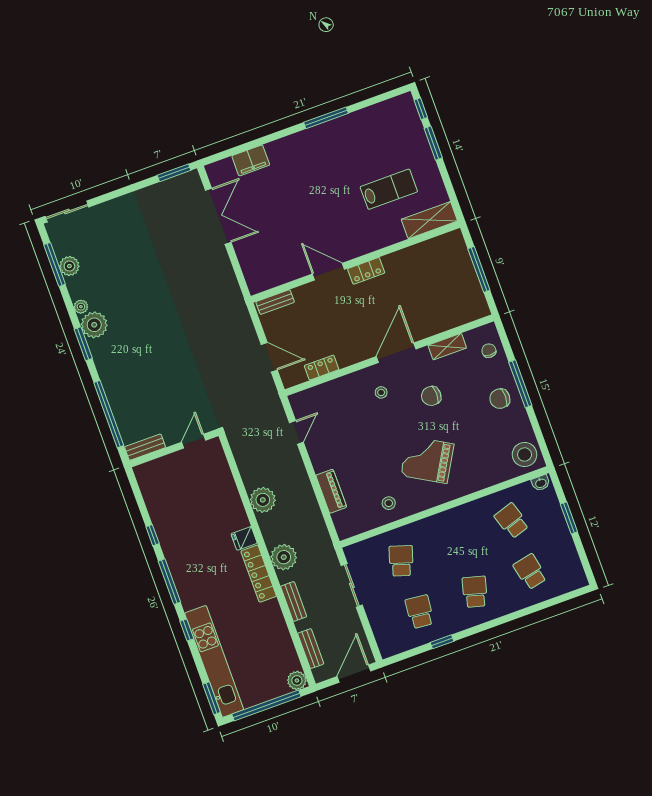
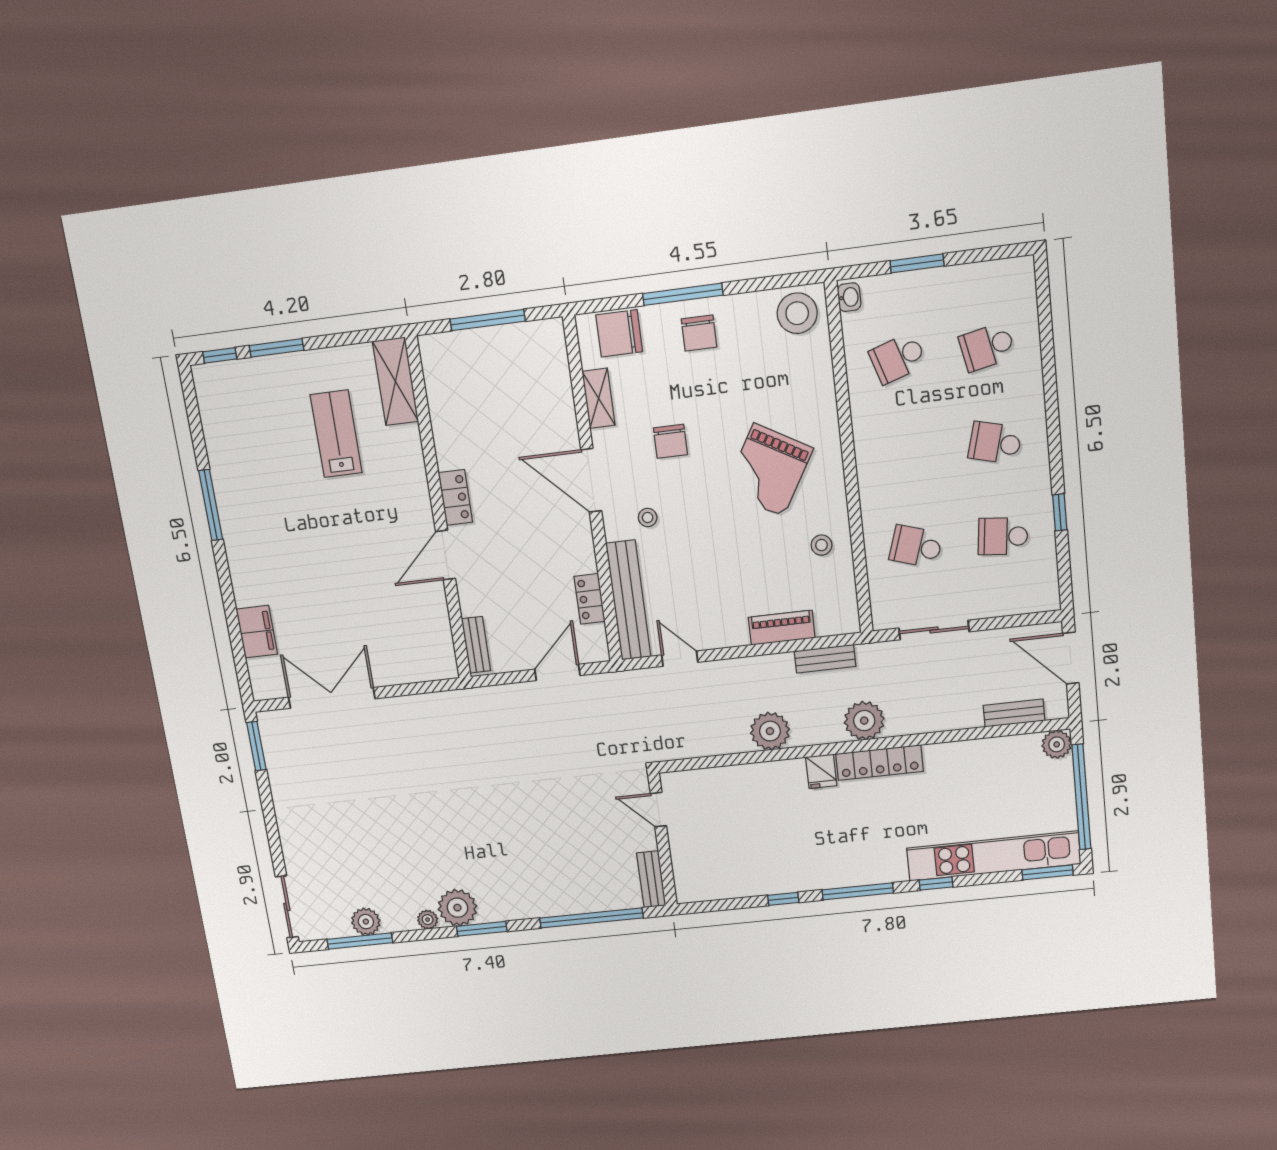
chair: (489, 351) -> (619, 333), width x1.87, depth x1.87
bench: (326, 392) -> (628, 600), added
bench: (294, 601) -> (825, 659), moved

